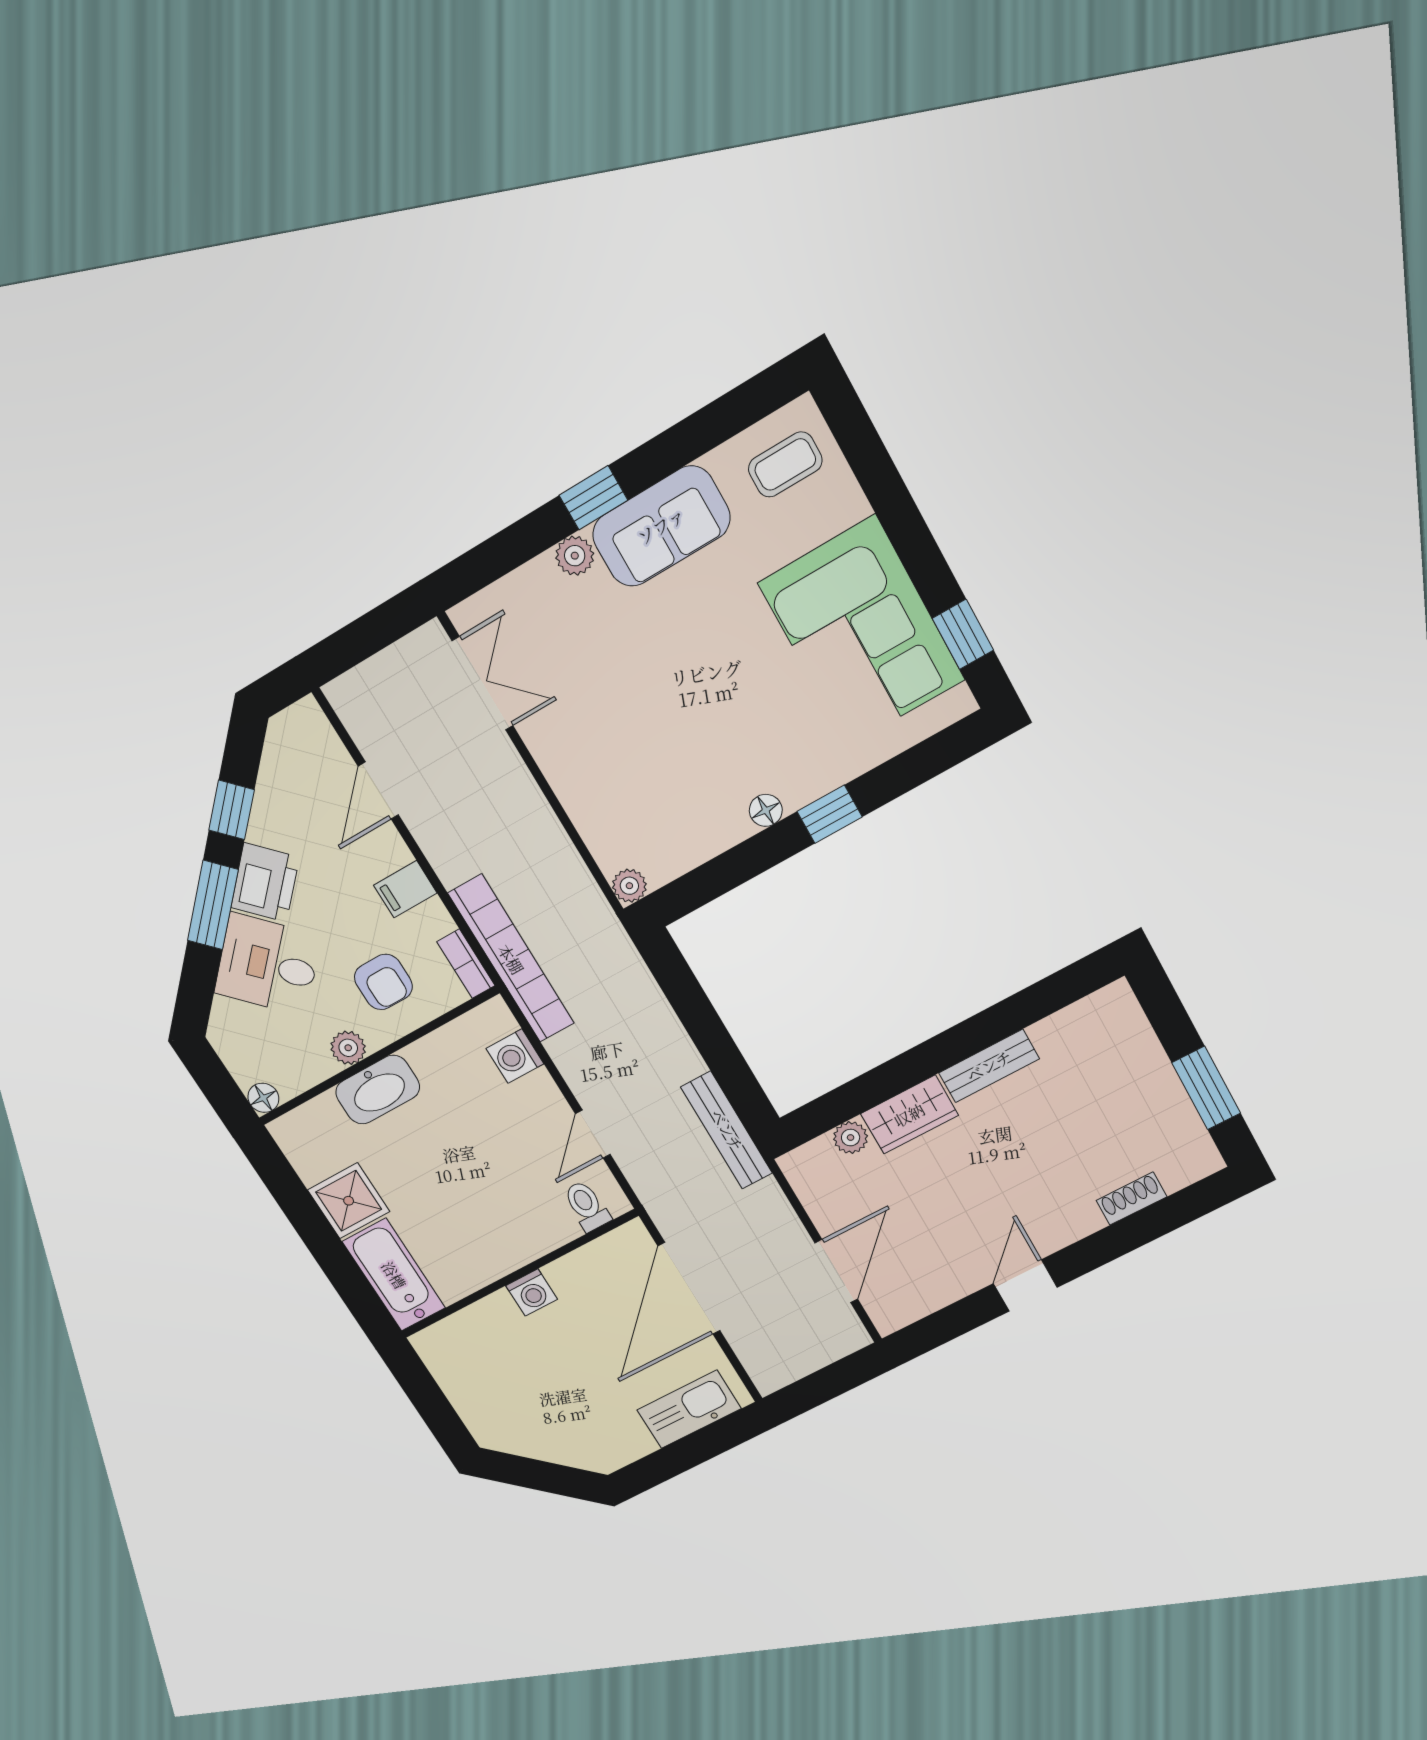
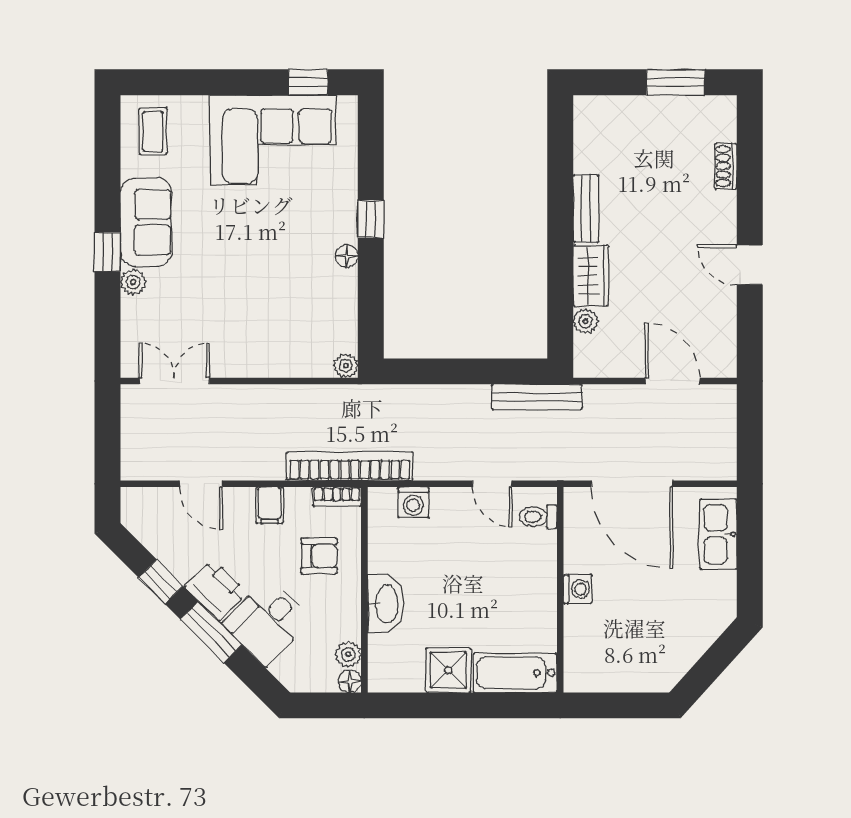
plant: (348, 1048) -> (348, 654), moved

